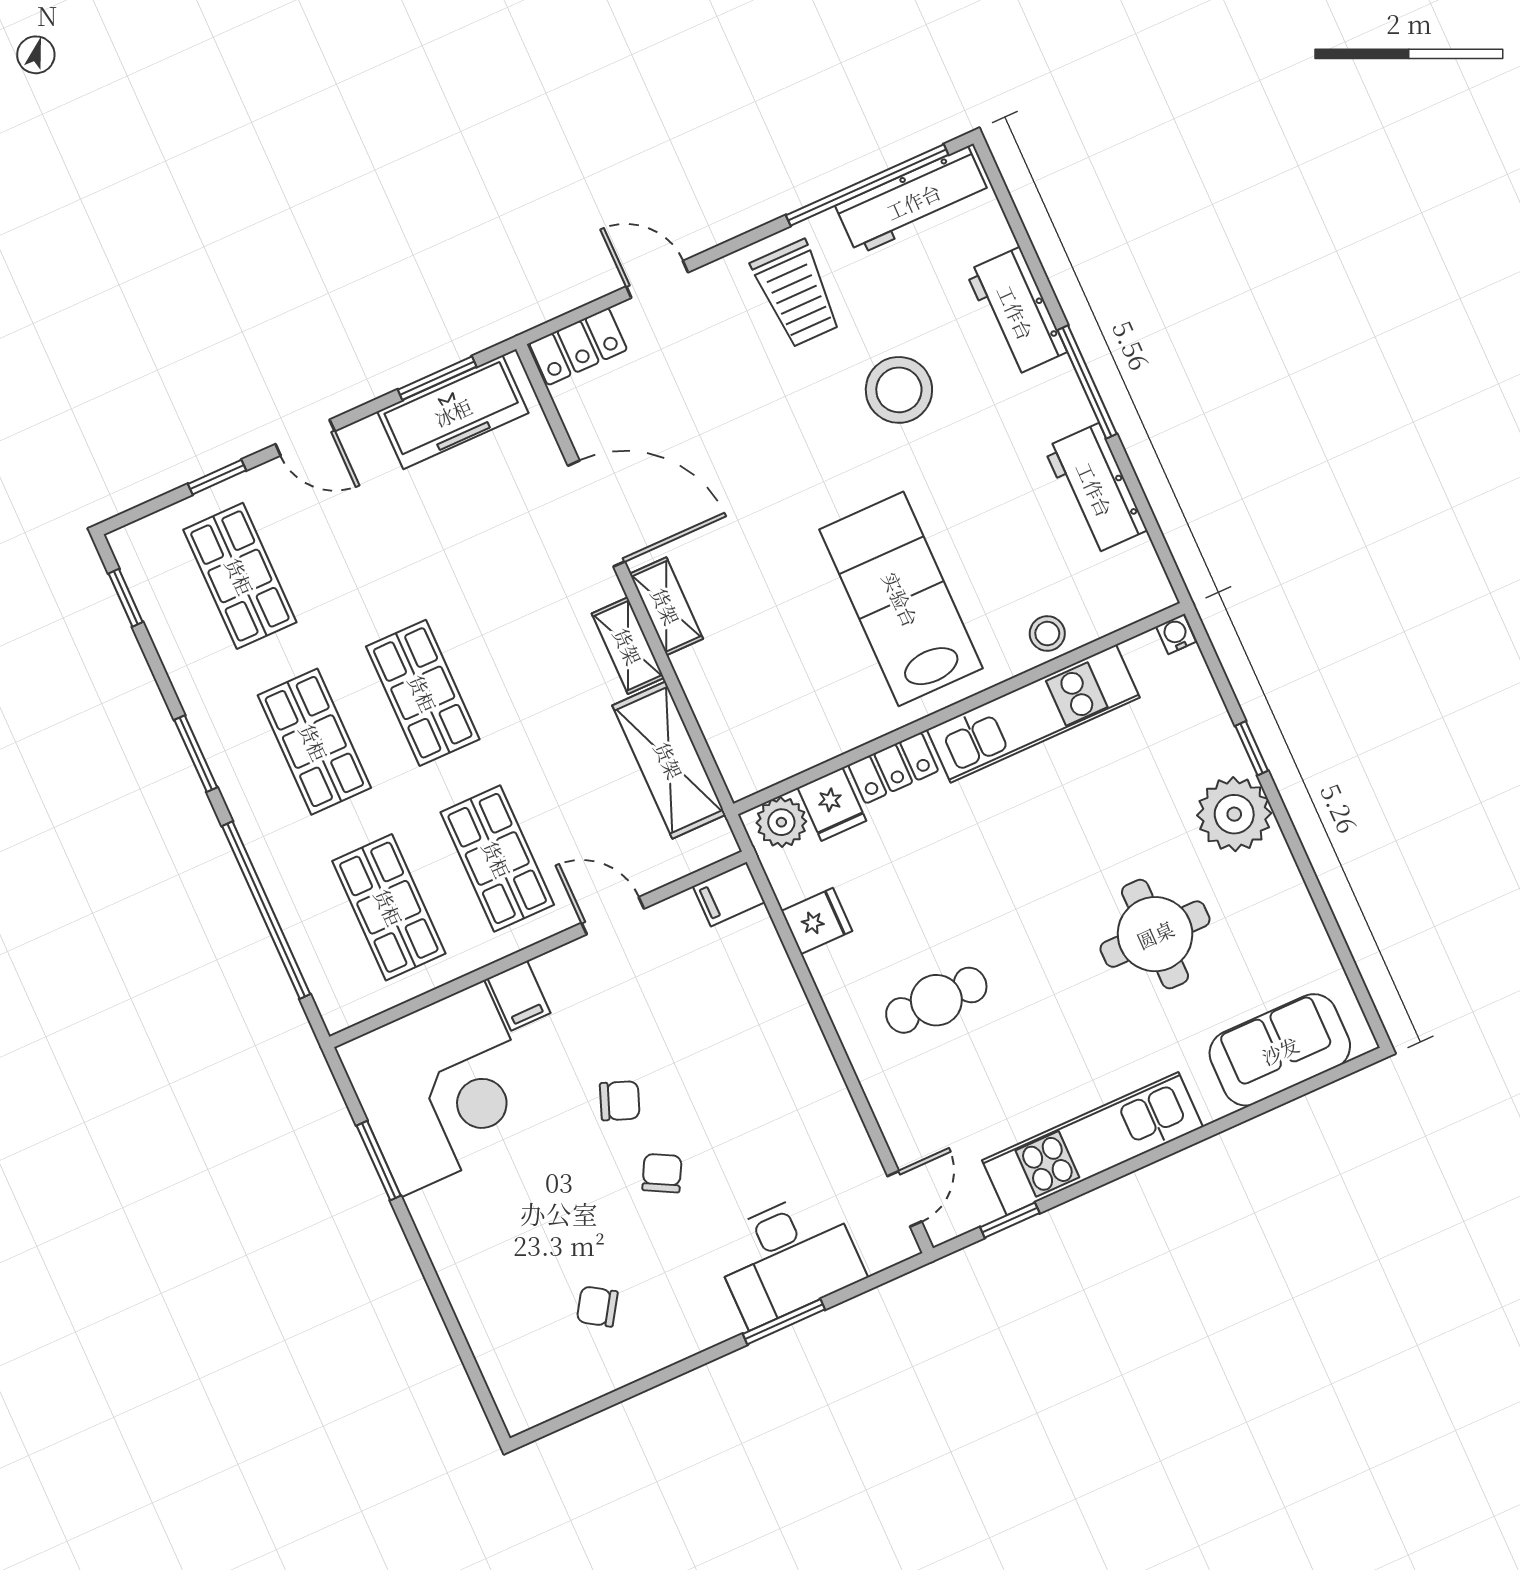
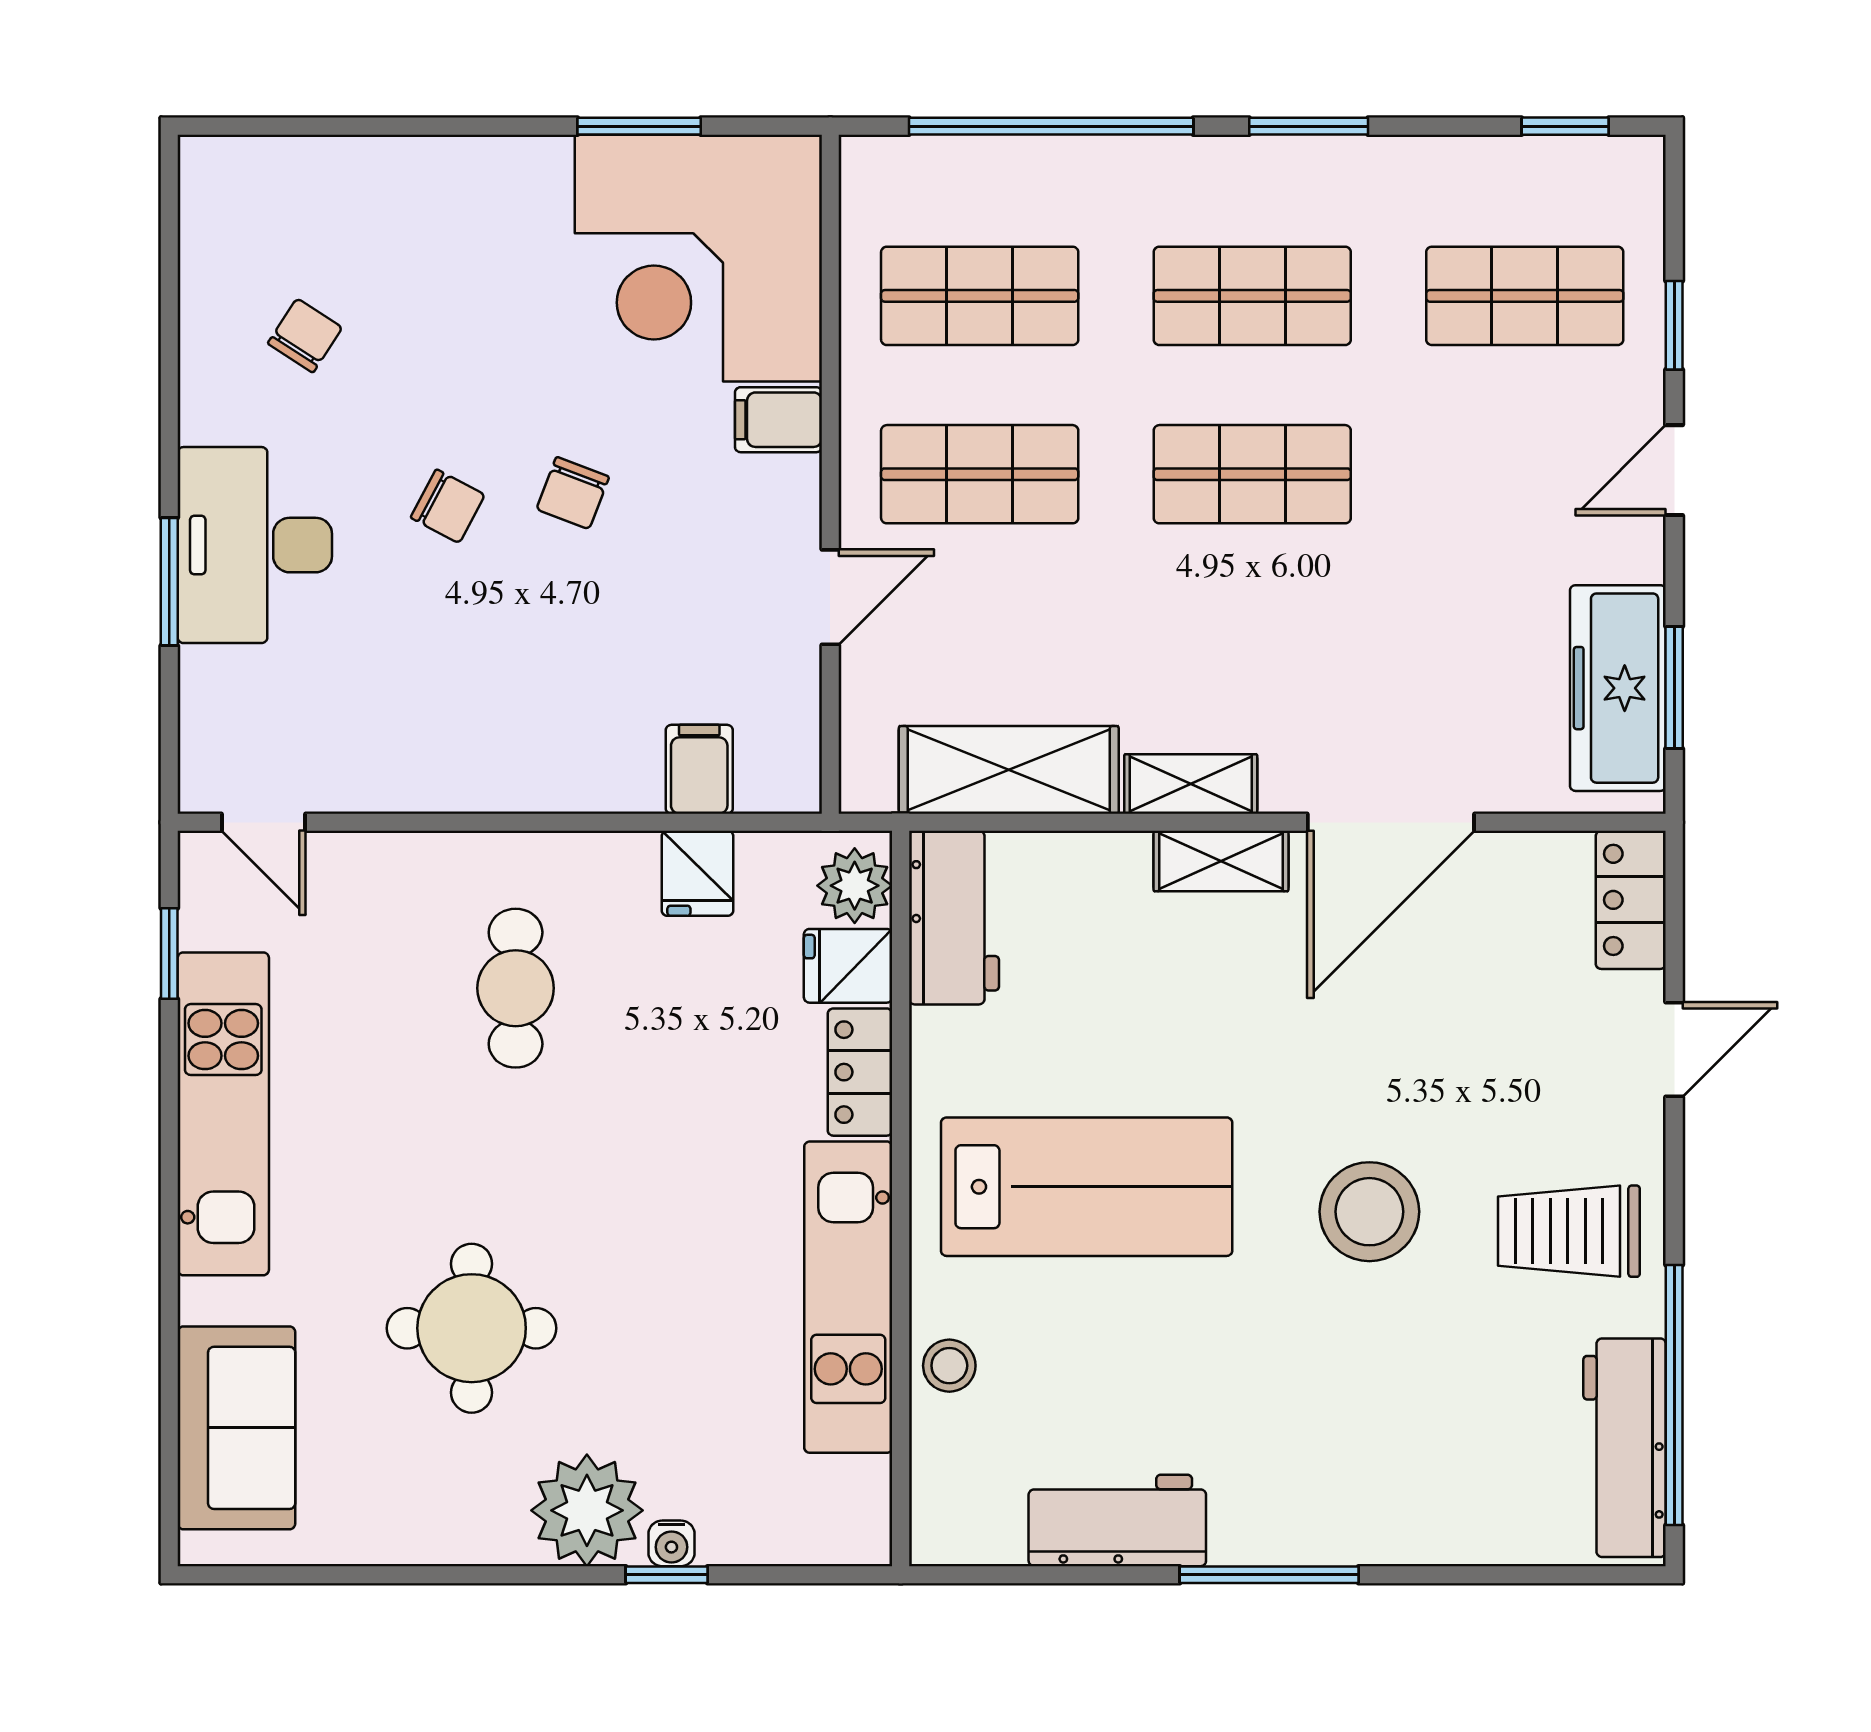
workbench: (1016, 312) -> (954, 918), moved, turned 90
stool: (899, 390) -> (1369, 1212), moved
water cooler: (1176, 634) -> (671, 1543), moved, turned 90
filing cabinet: (729, 894) -> (699, 769), moved
desk: (788, 1258) -> (255, 545), moved

